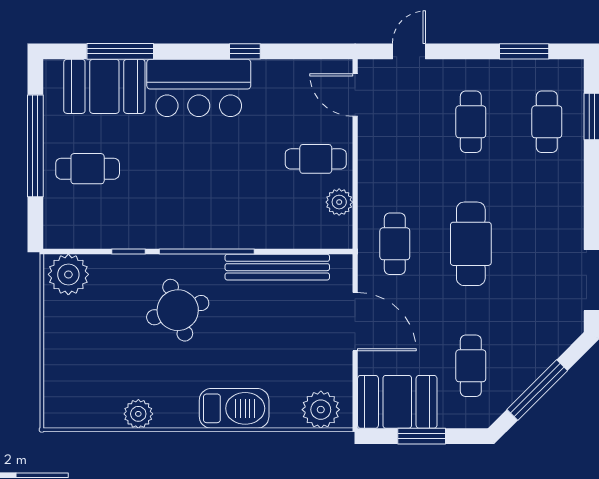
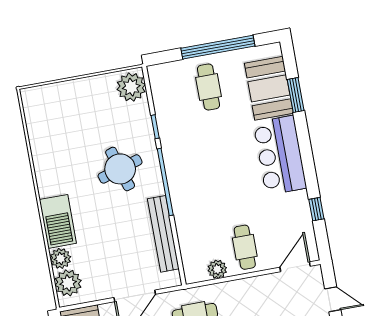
window: (120, 51) -> (296, 95), width x0.69
window: (245, 51) -> (316, 209), moved
plant: (138, 414) -> (61, 258), moved

